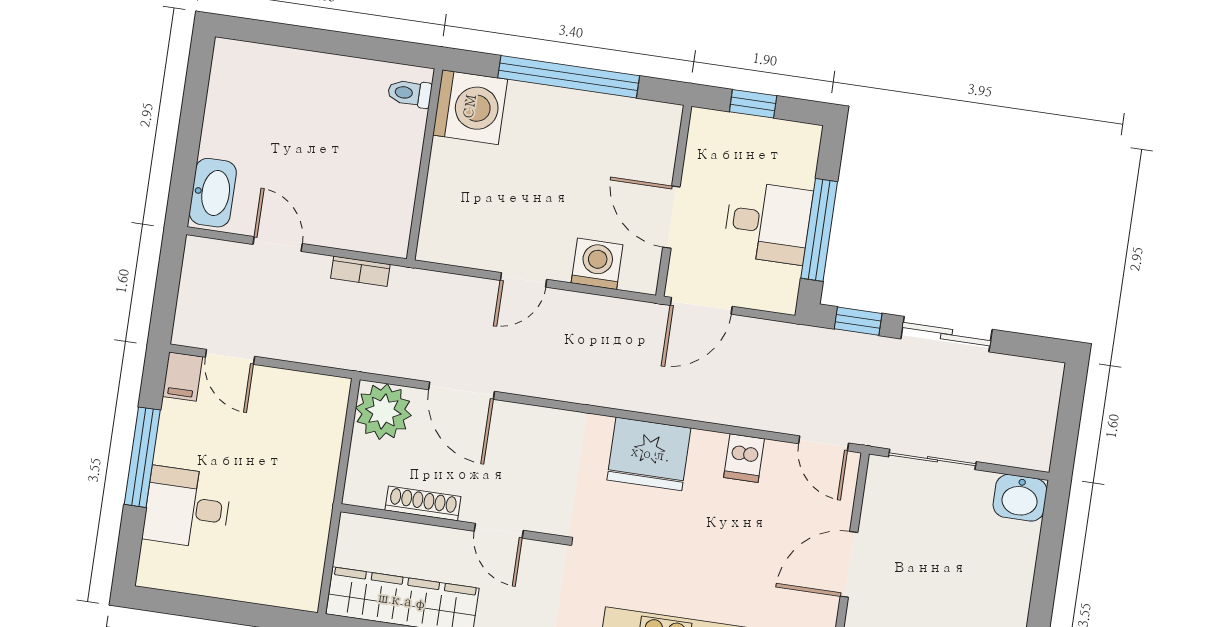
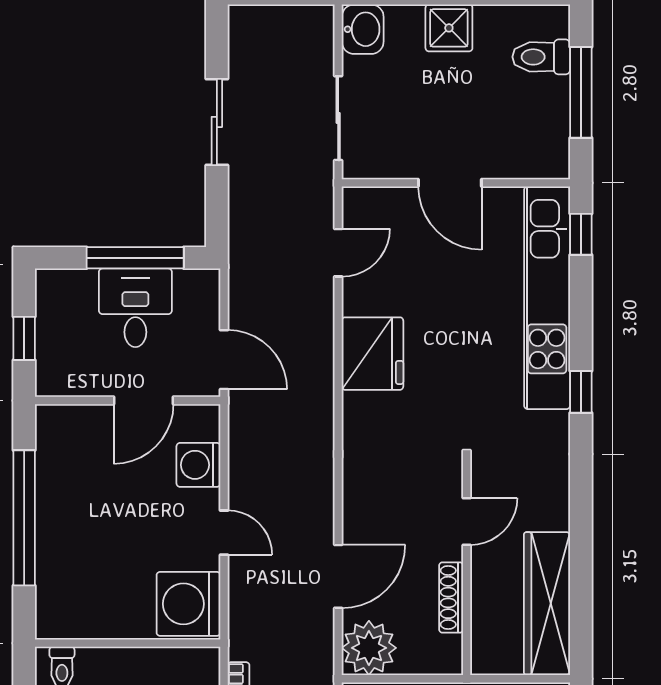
washing machine: (470, 107) -> (188, 604), moved, turned -90
window: (858, 321) -> (217, 208), removed
door: (824, 443) -> (338, 253), moved
fridge: (649, 454) -> (373, 354), moved
dishwasher: (744, 458) -> (363, 298), removed
shower: (1008, 587) -> (449, 28), added

